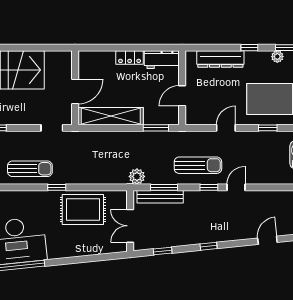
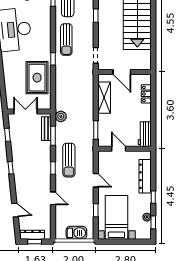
locker: (130, 57) -> (146, 94), moved
shelving: (111, 116) -> (104, 98), width x0.68
door: (236, 187) -> (53, 198), moved
bench: (160, 197) -> (46, 129), width x0.73

